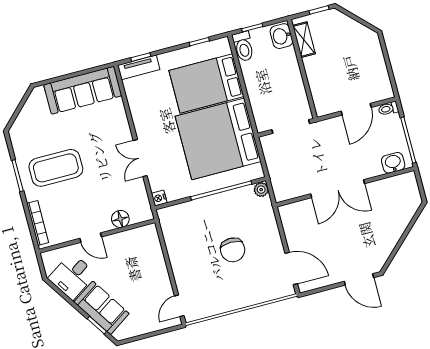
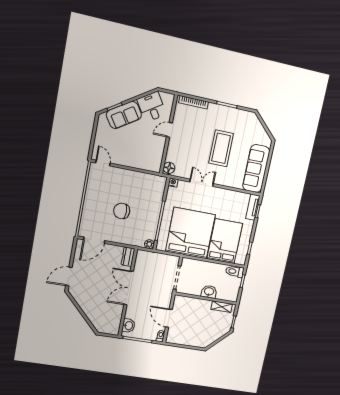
washbasin: (281, 36) -> (209, 292), moved
coffee table: (56, 168) -> (221, 148), moved
dresser: (293, 211) -> (128, 257), added
floor lamp: (120, 219) -> (169, 168), moved

